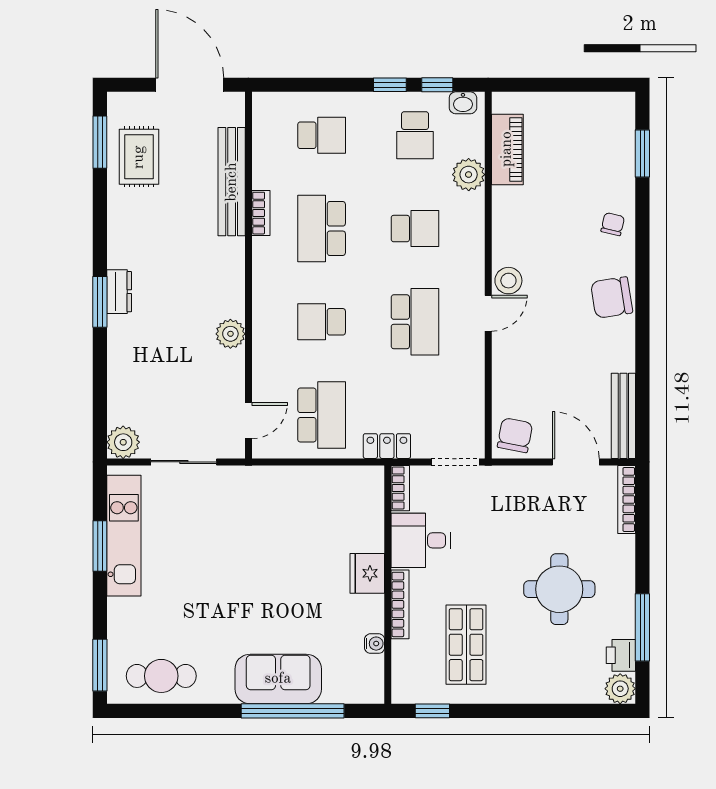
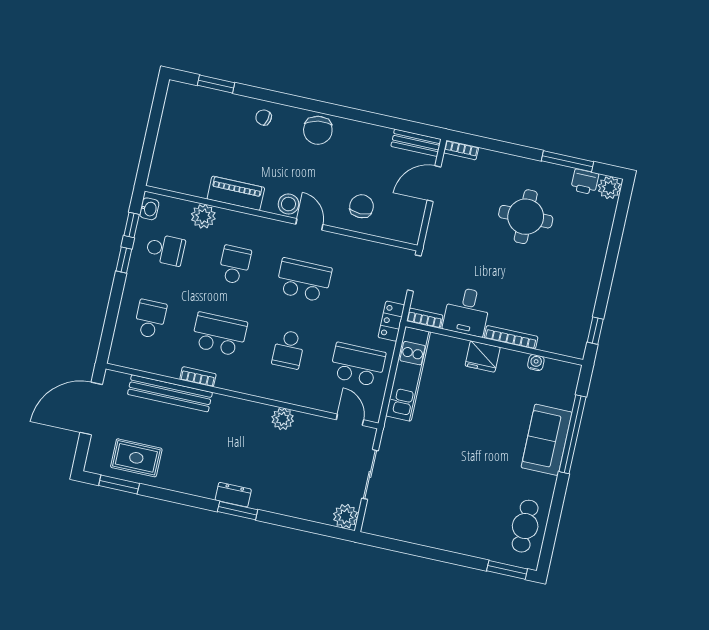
piano: (507, 149) -> (236, 193), moved
school desk: (322, 229) -> (219, 334), turned 180
bench: (623, 416) -> (416, 143), width x0.73
chair: (515, 435) -> (362, 206), moved, turned 79
bookcase: (627, 499) -> (461, 150), width x0.64
kitchen unit: (124, 536) -> (408, 374), moved, turned 90
window: (100, 546) -> (419, 550), removed
shop shelf: (466, 645) -> (552, 295), removed

